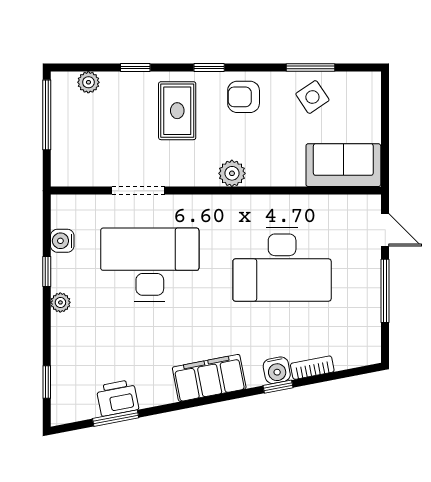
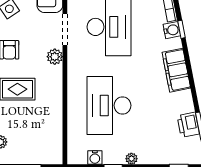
doorway: (138, 191) -> (65, 30), moved

